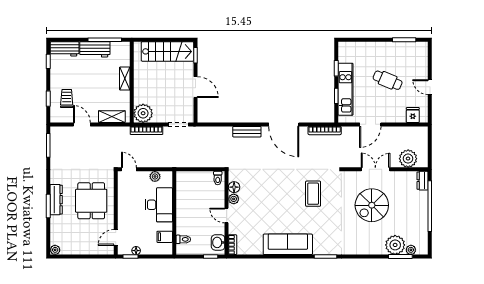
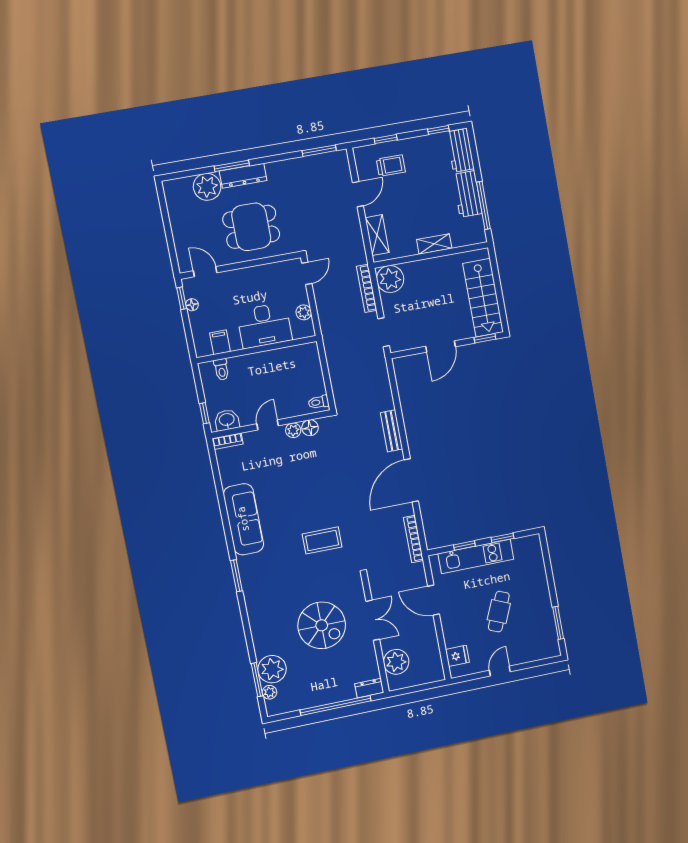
spiral stairs: (372, 205) -> (322, 625), turned 180
plant: (55, 250) -> (207, 187), moved, width x1.87, depth x1.87

